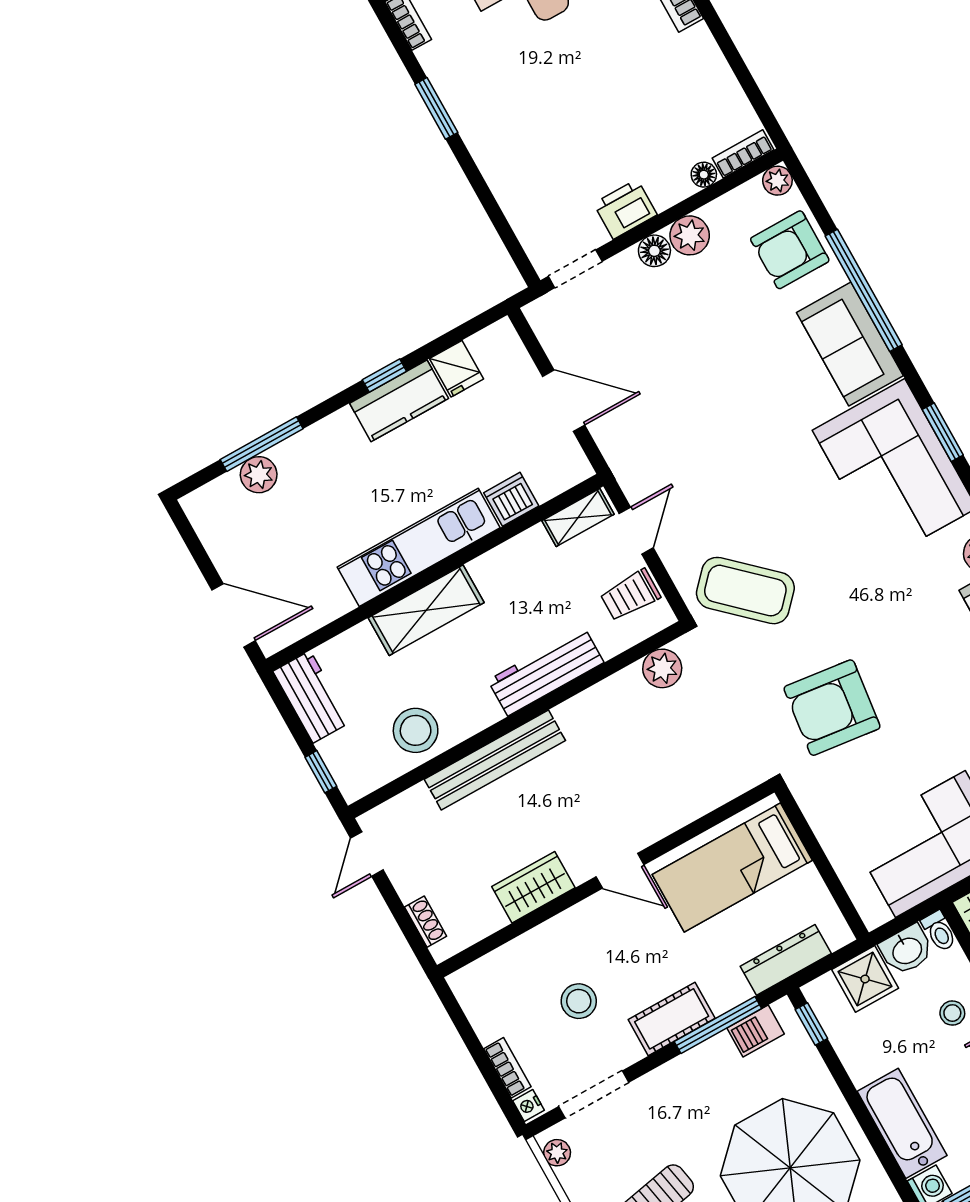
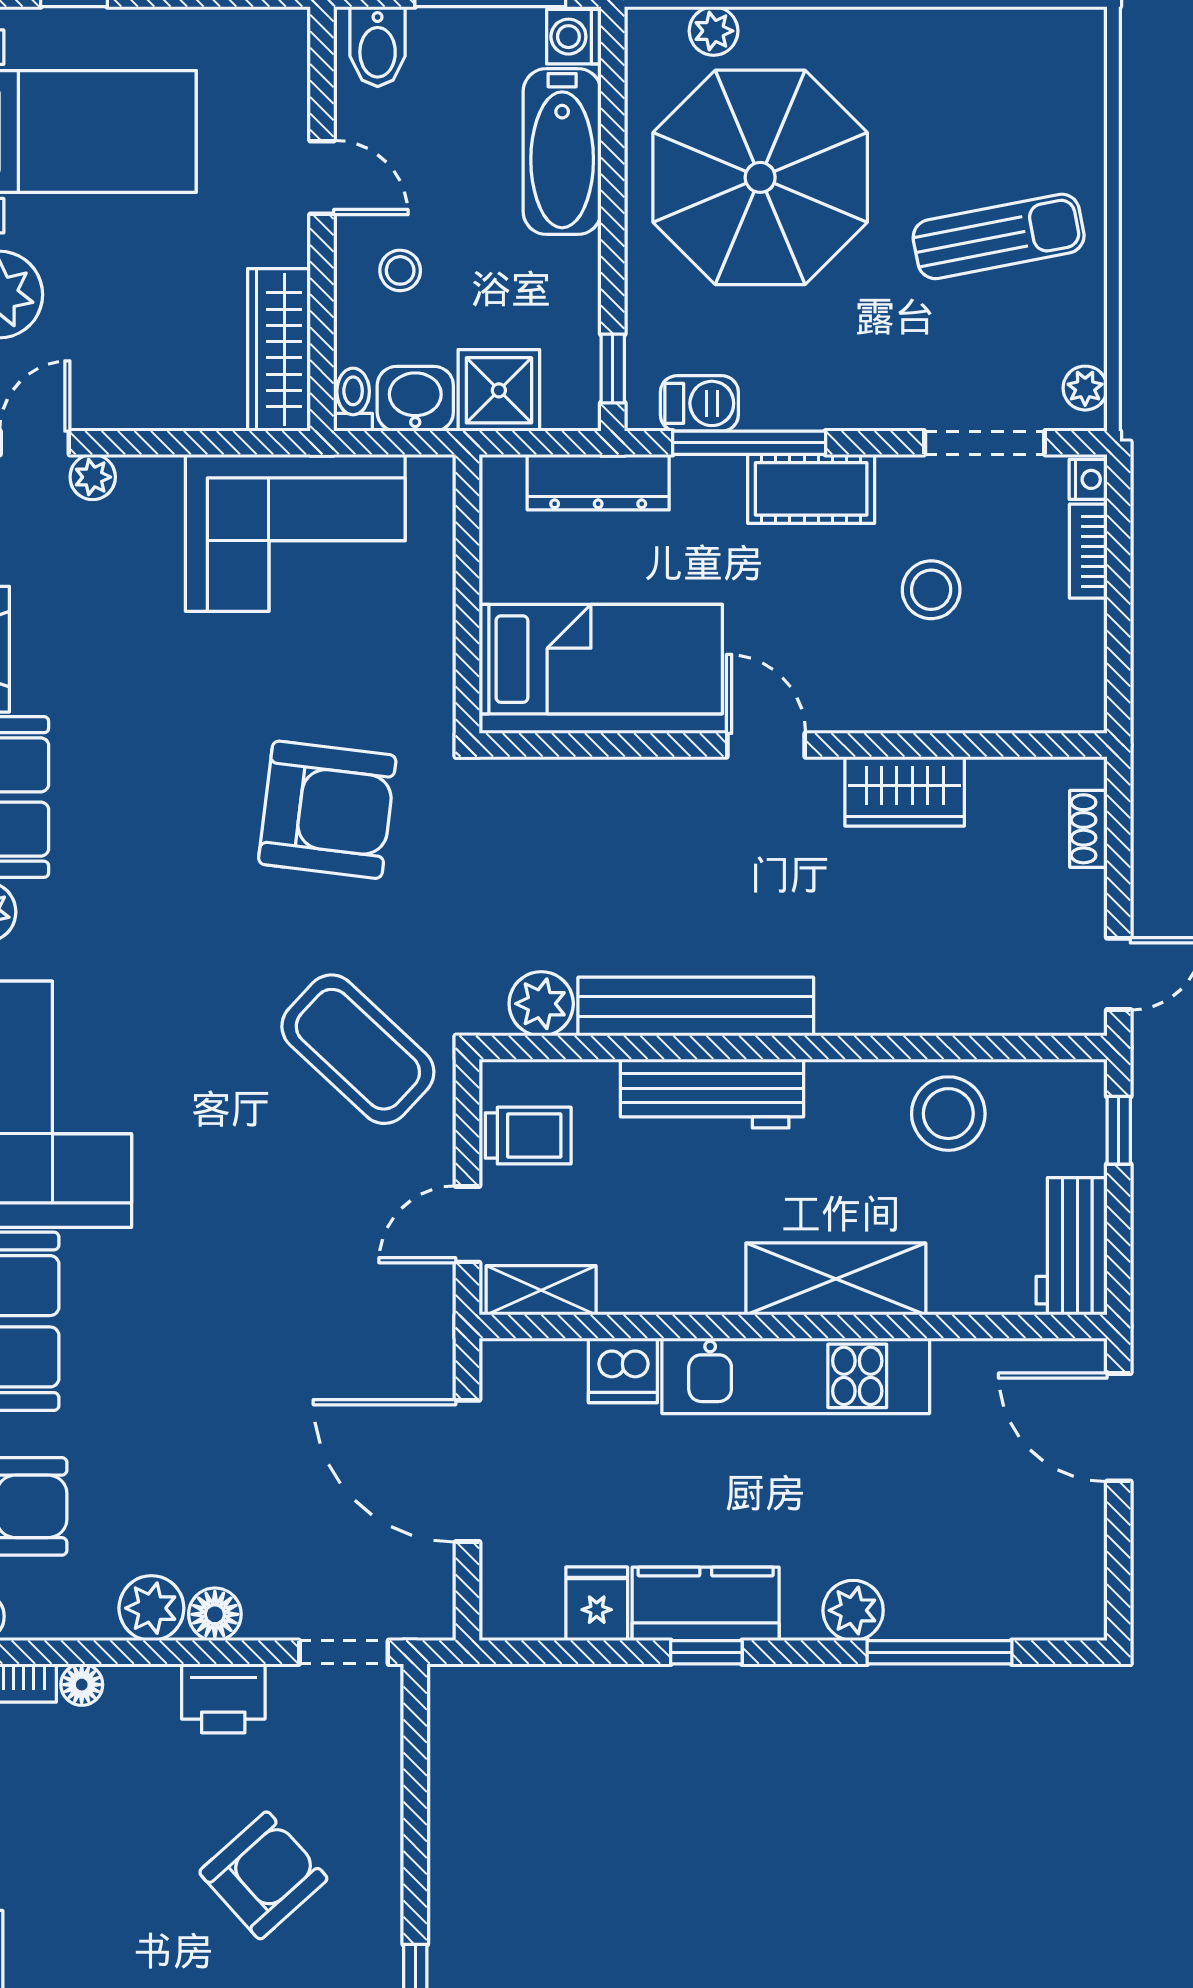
armchair: (552, 128) -> (263, 1875), added
door: (564, 401) -> (467, 1471), width x1.36
plant: (259, 475) -> (853, 1610), moved
bench: (495, 760) -> (696, 1007), moved

